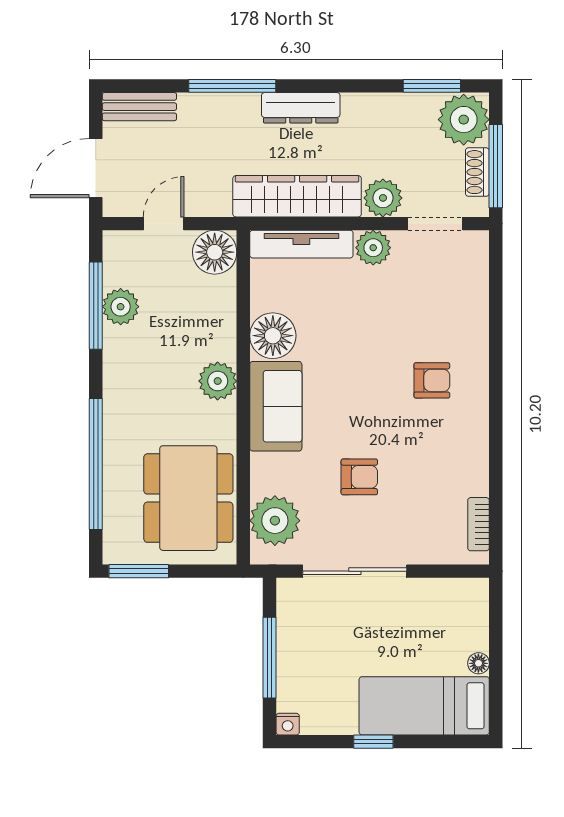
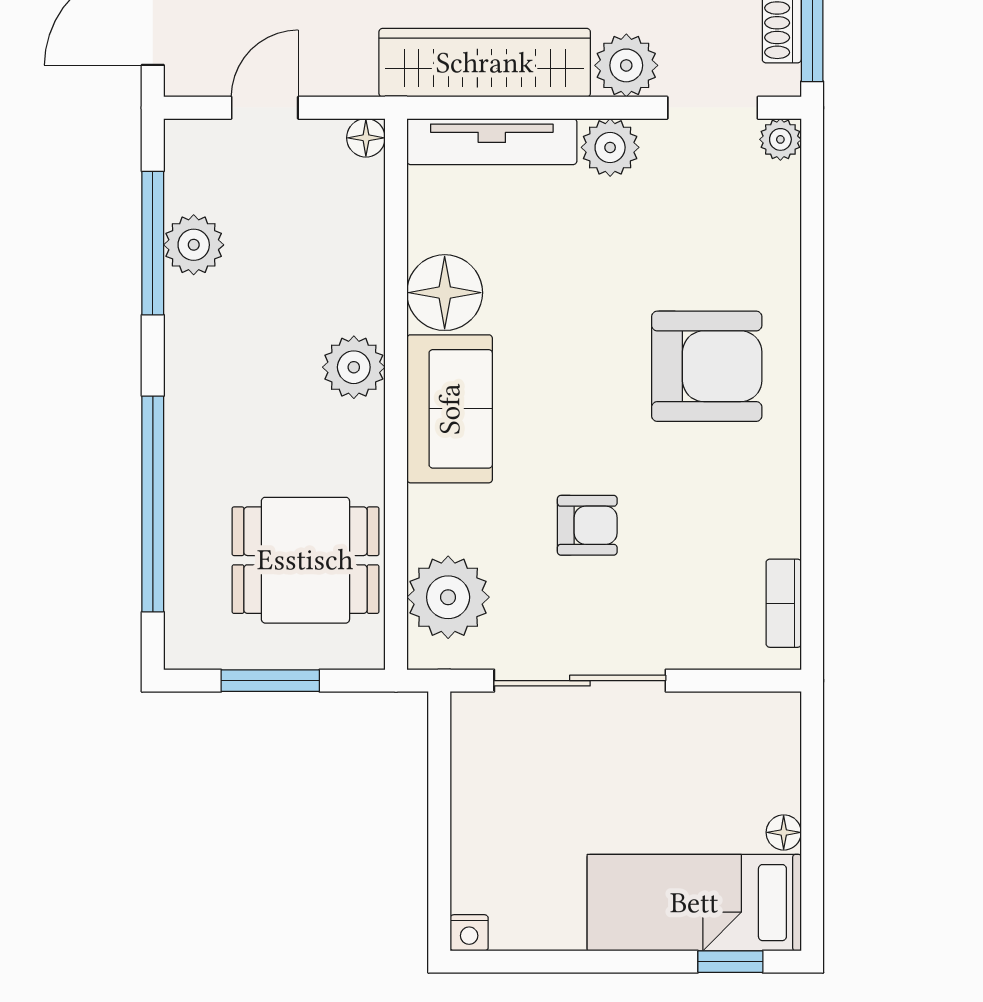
plant: (476, 243) -> (780, 139), added
floor lamp: (215, 252) -> (366, 138), width x0.53, depth x0.53
armchair: (432, 380) -> (707, 366), width x1.88, depth x1.88
dining table: (188, 498) -> (305, 560), width x0.73
window: (139, 571) -> (270, 681), moved
window: (270, 658) -> (439, 823), removed
window: (373, 742) -> (730, 962), moved

